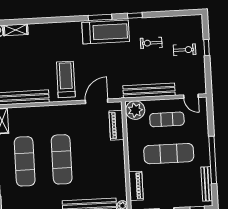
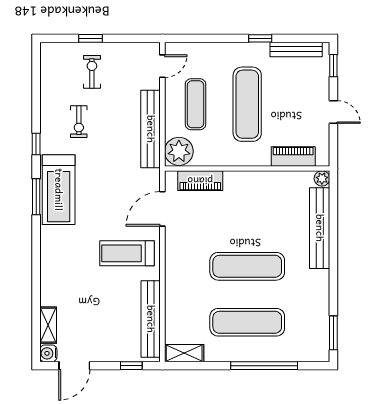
treadmill: (106, 32) -> (59, 190), turned 180
door: (97, 101) -> (162, 209), hinge flipped
window: (213, 160) -> (260, 38), width x0.32

